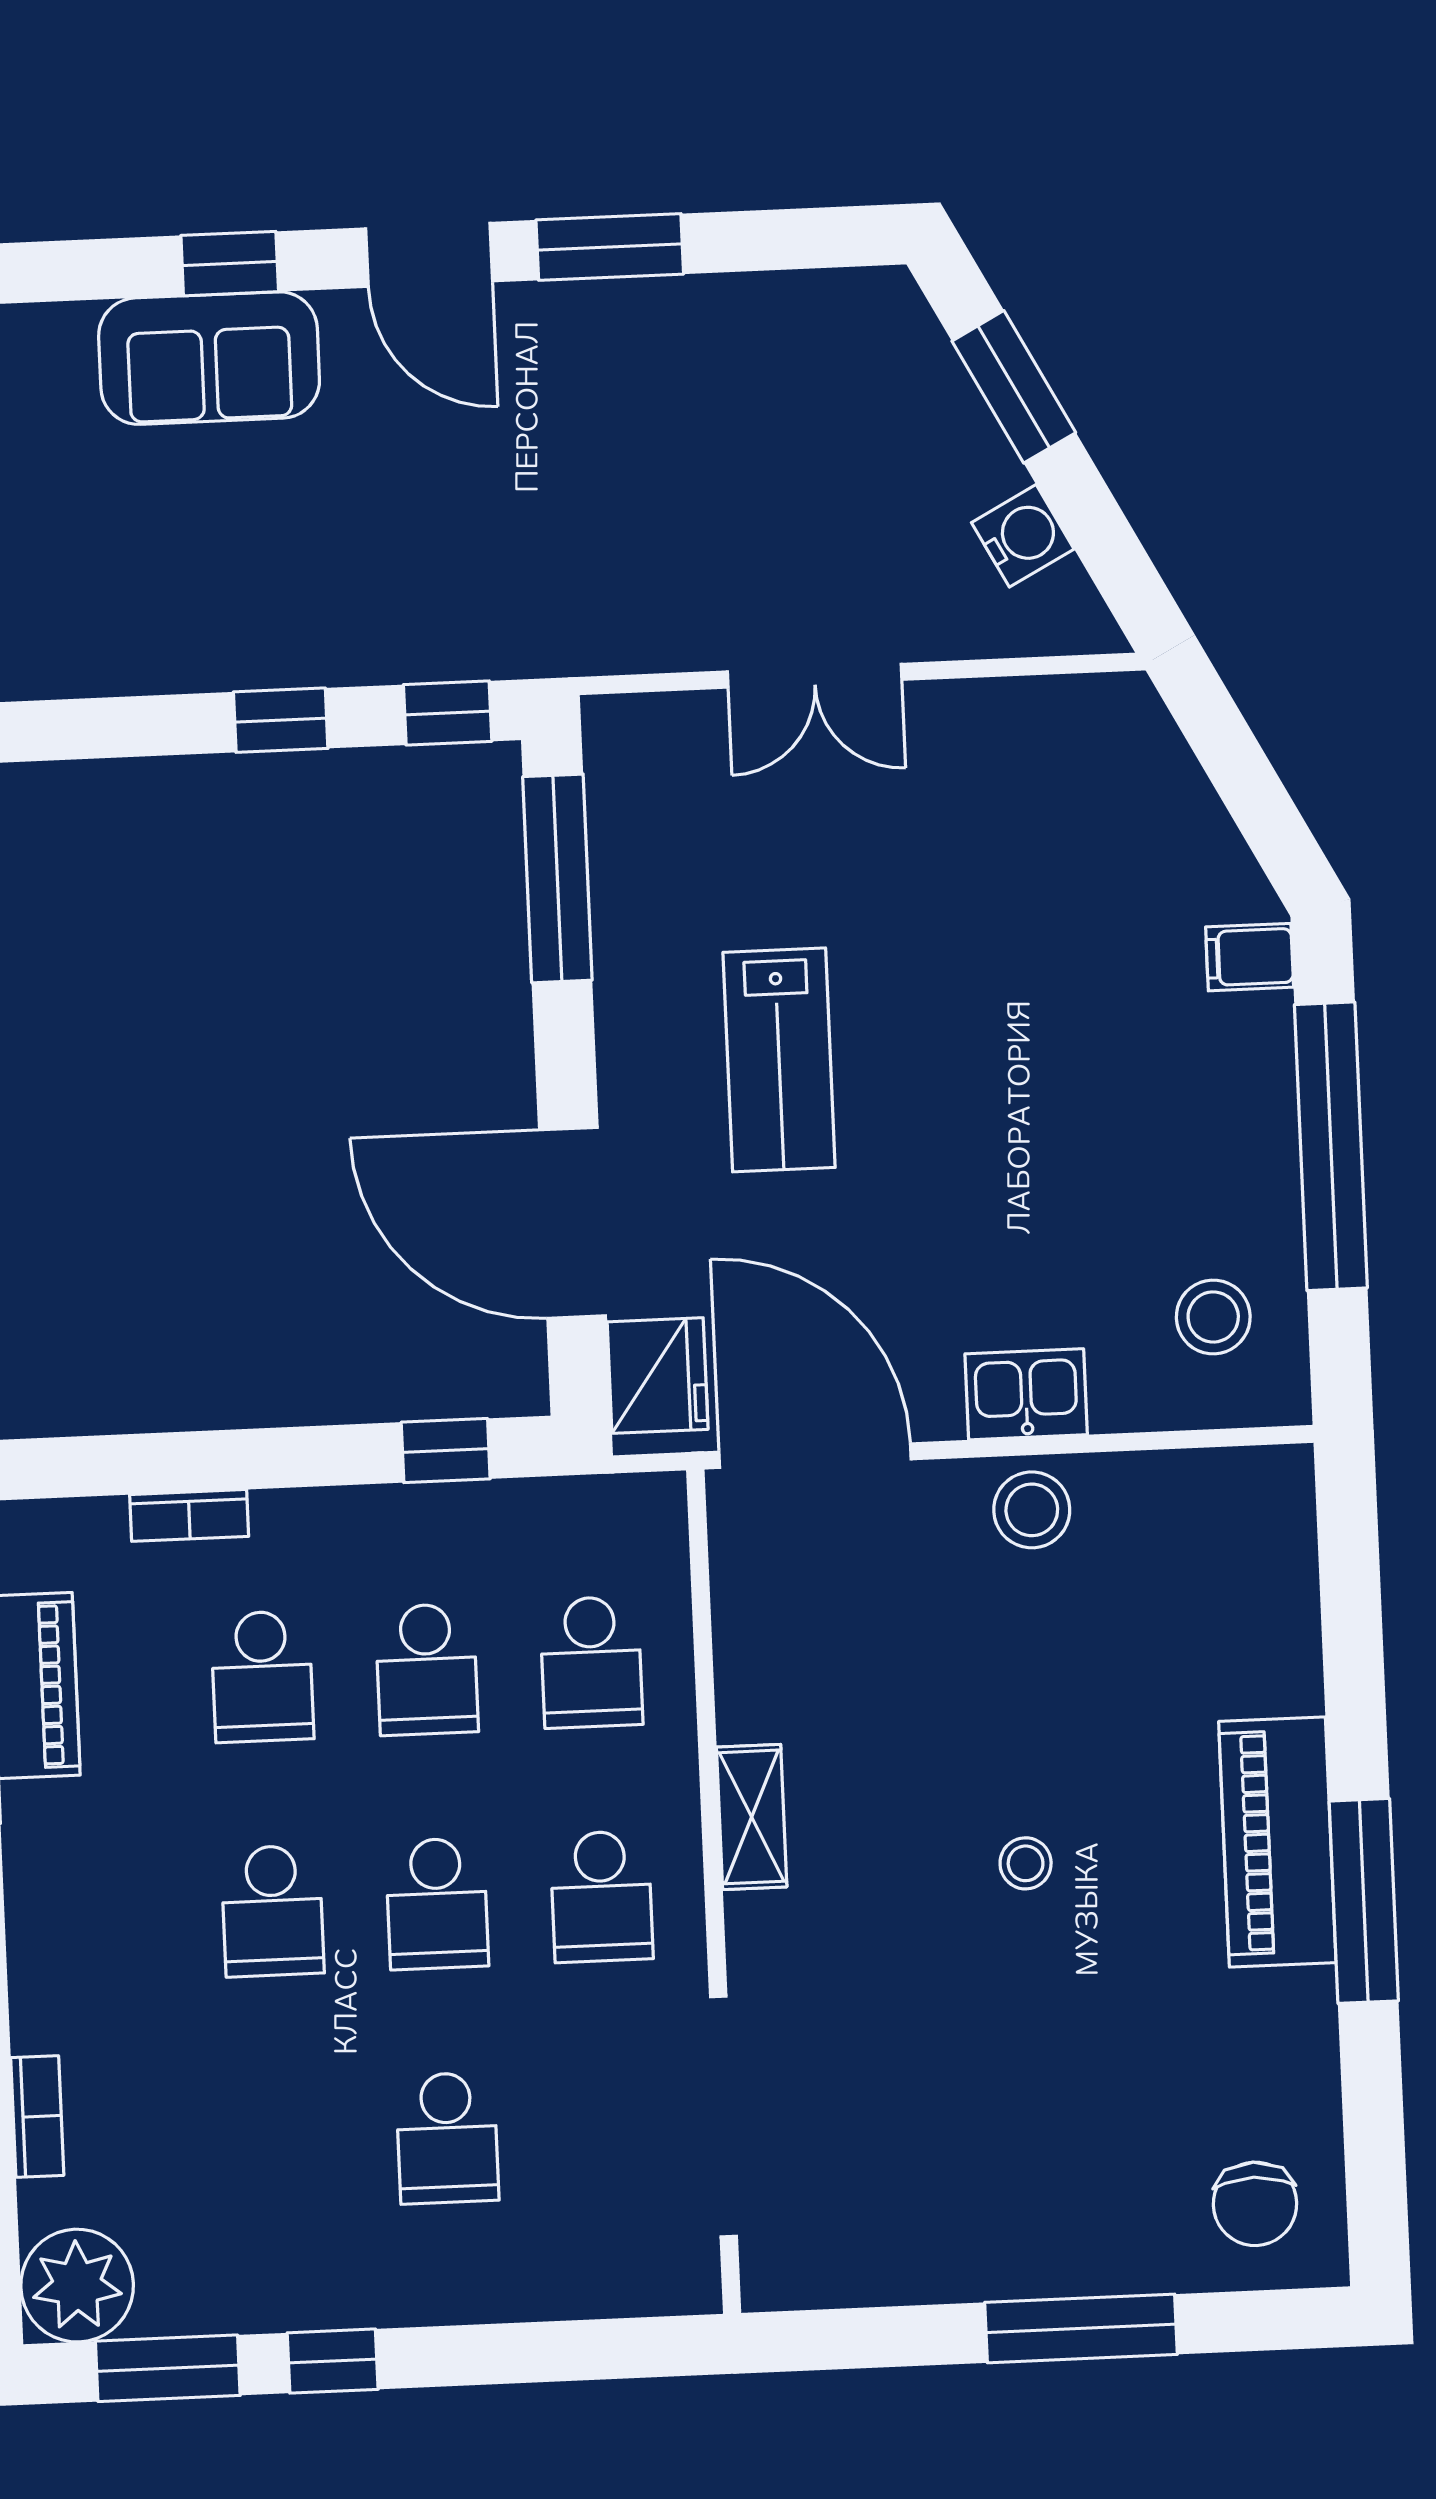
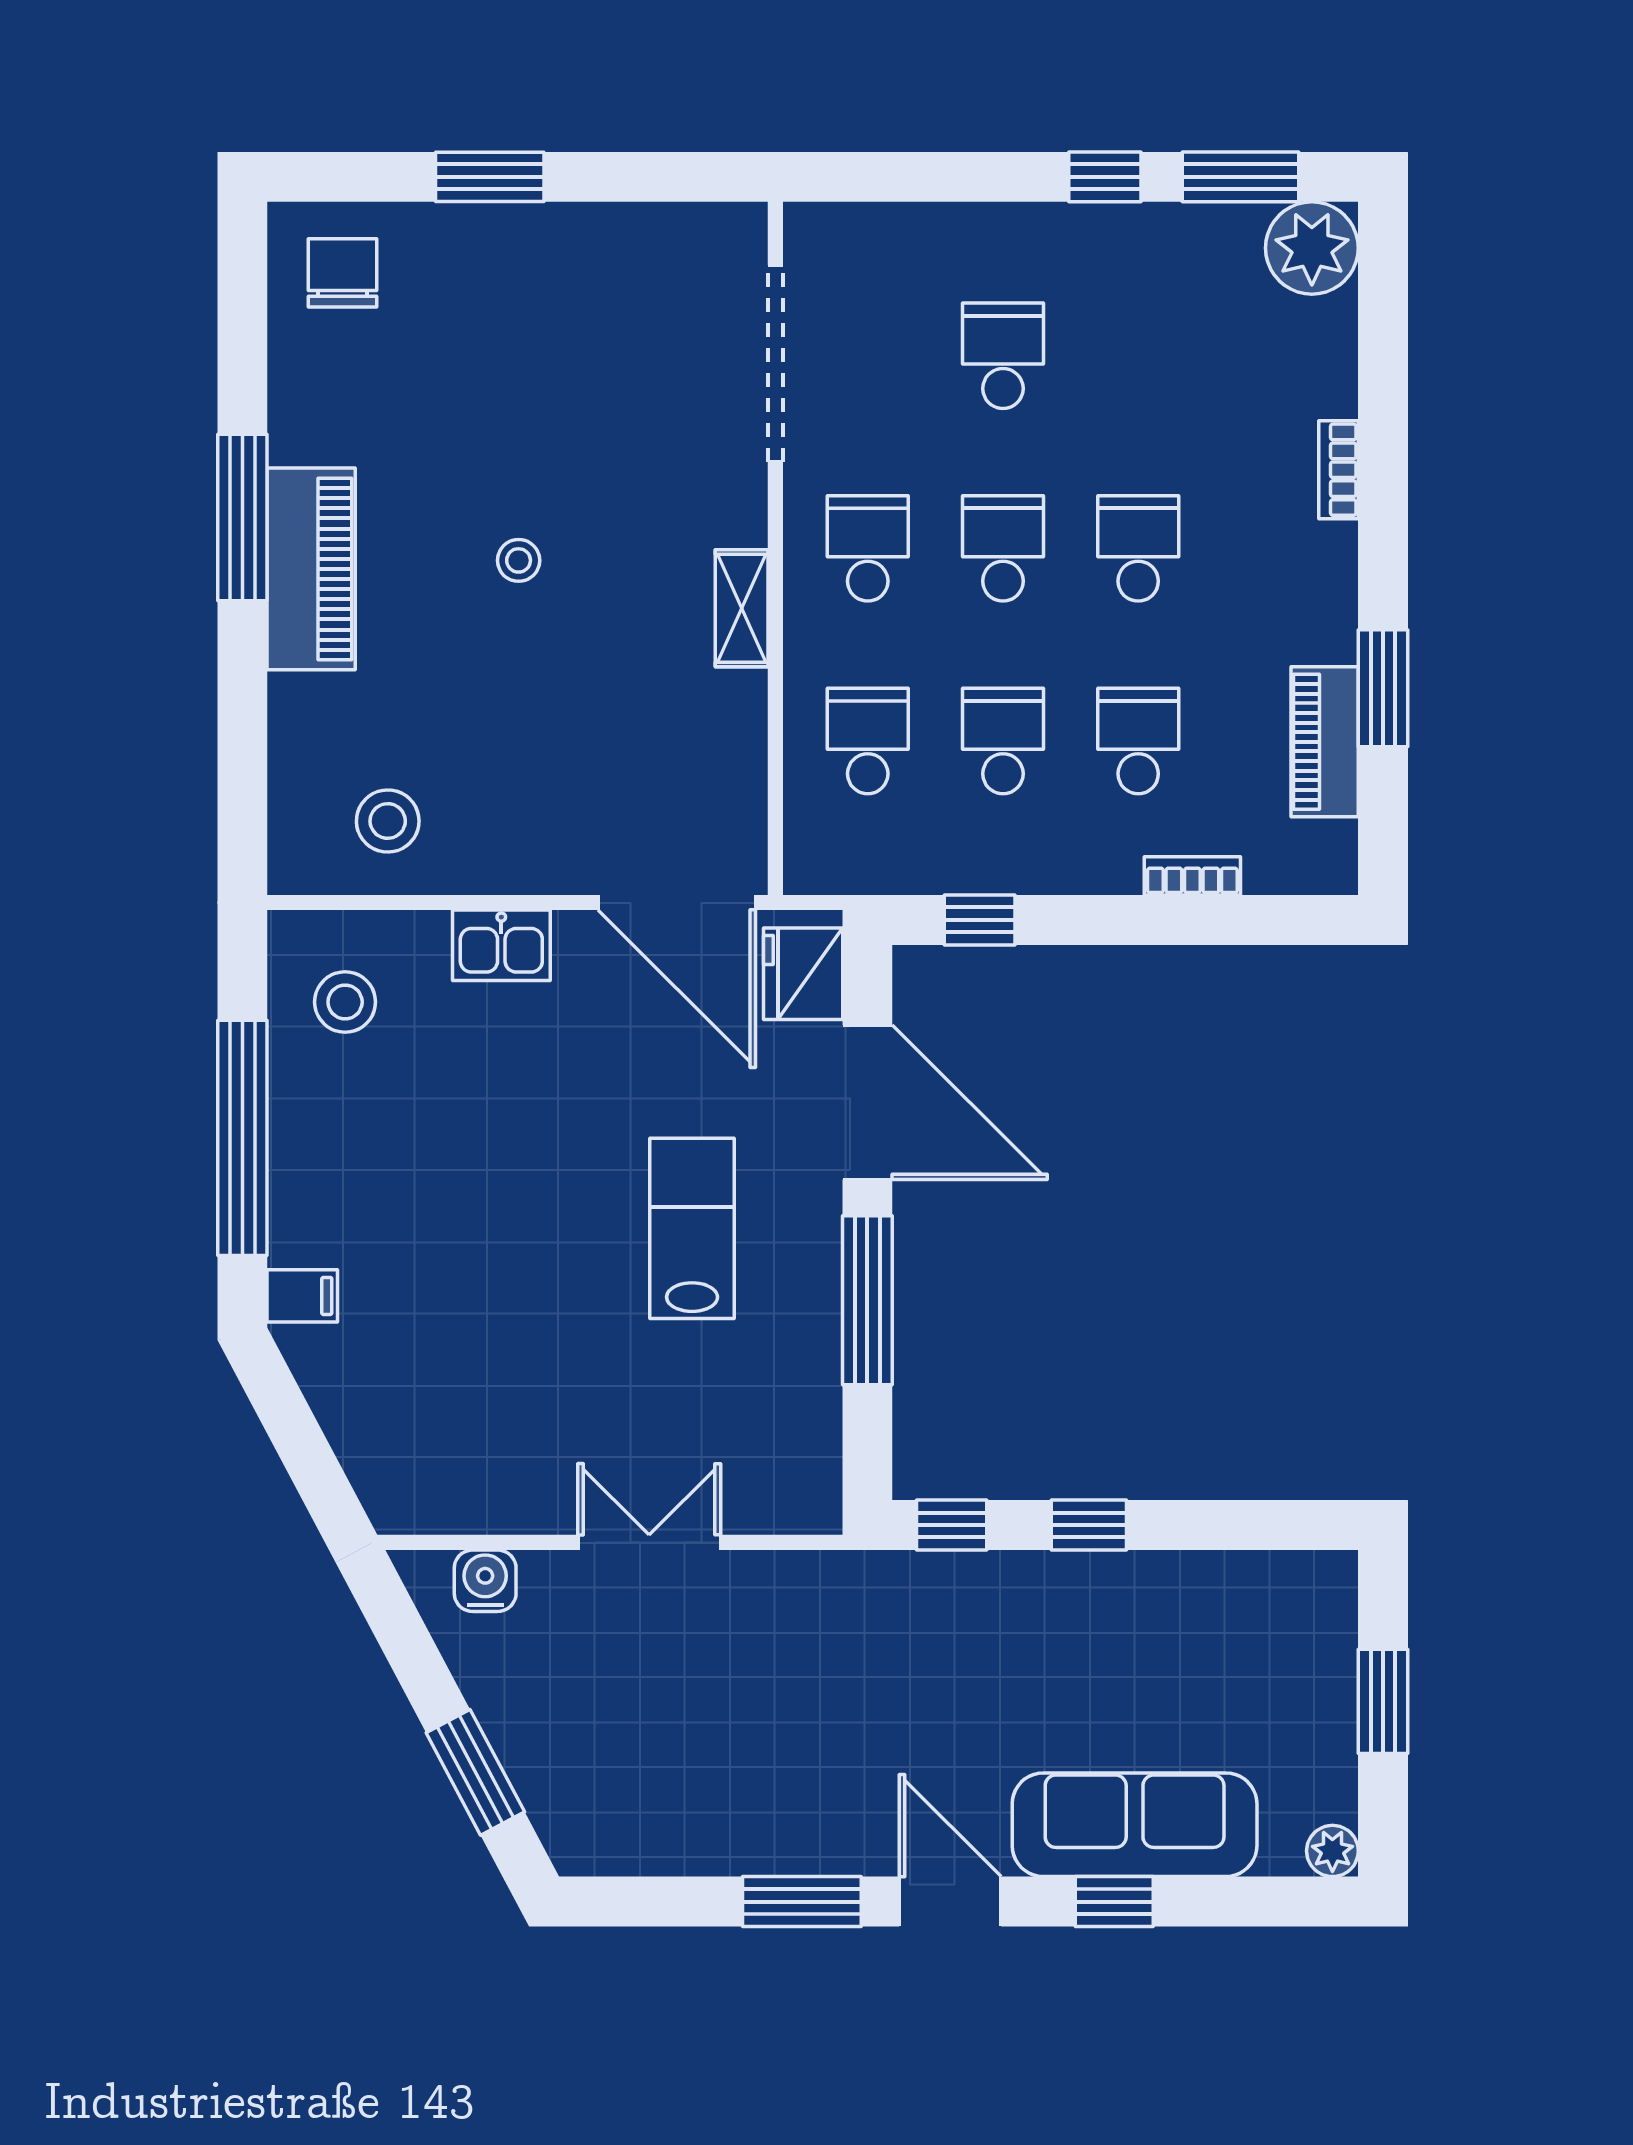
sofa: (209, 358) -> (1135, 1825), width x1.36
water cooler: (1023, 536) -> (485, 1581), moved, turned 118
window: (557, 878) -> (867, 1300), moved
stool: (1032, 1510) -> (388, 821), moved
bookcase: (37, 2117) -> (1339, 470), moved
window: (1081, 2328) -> (490, 177), width x0.69

